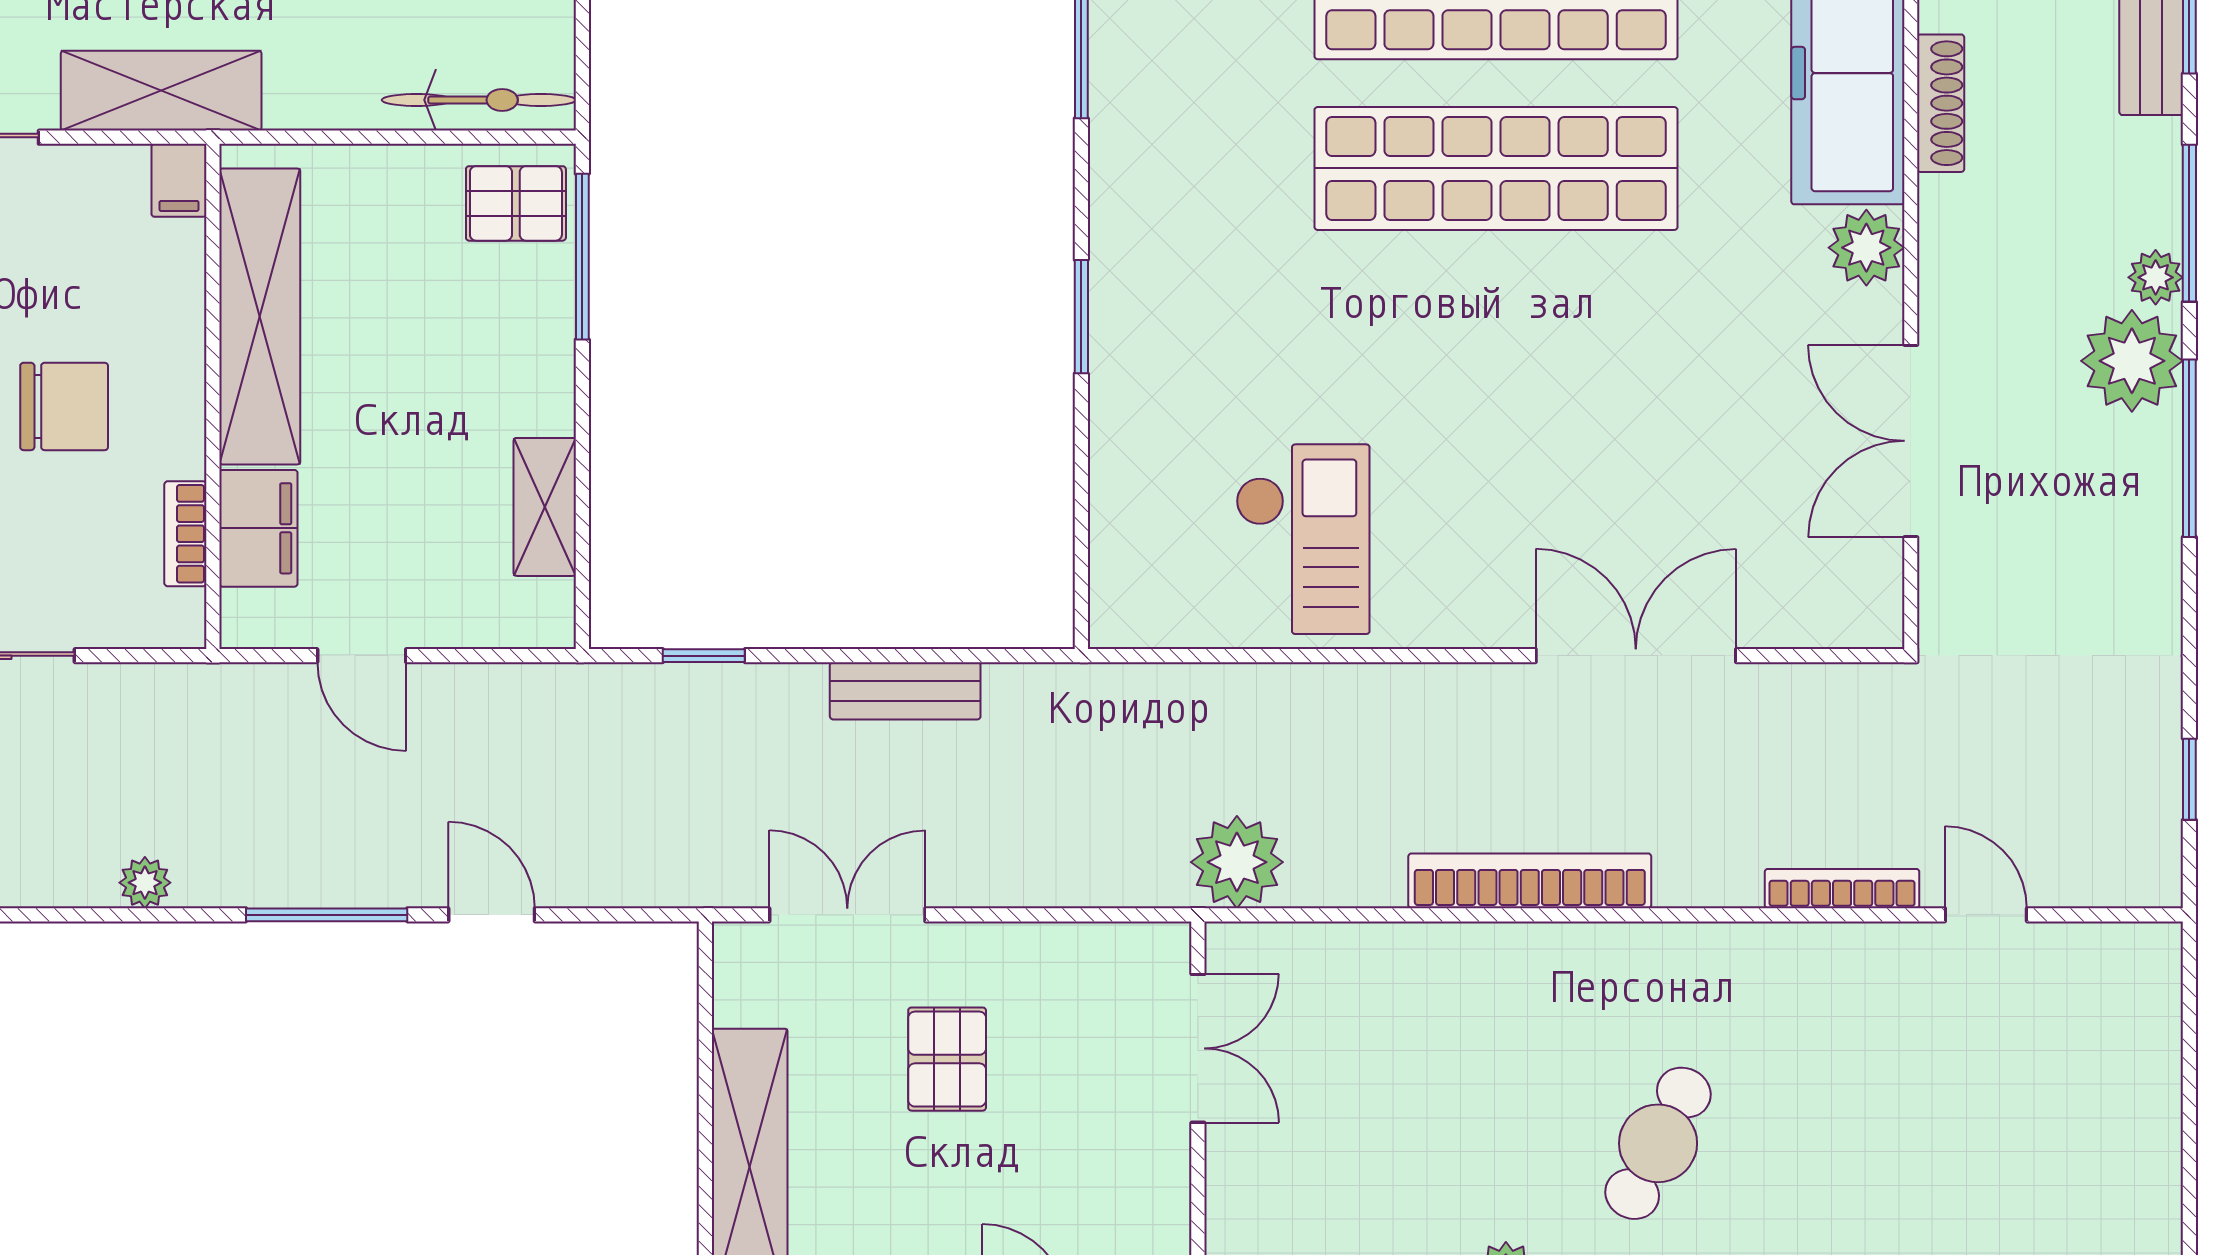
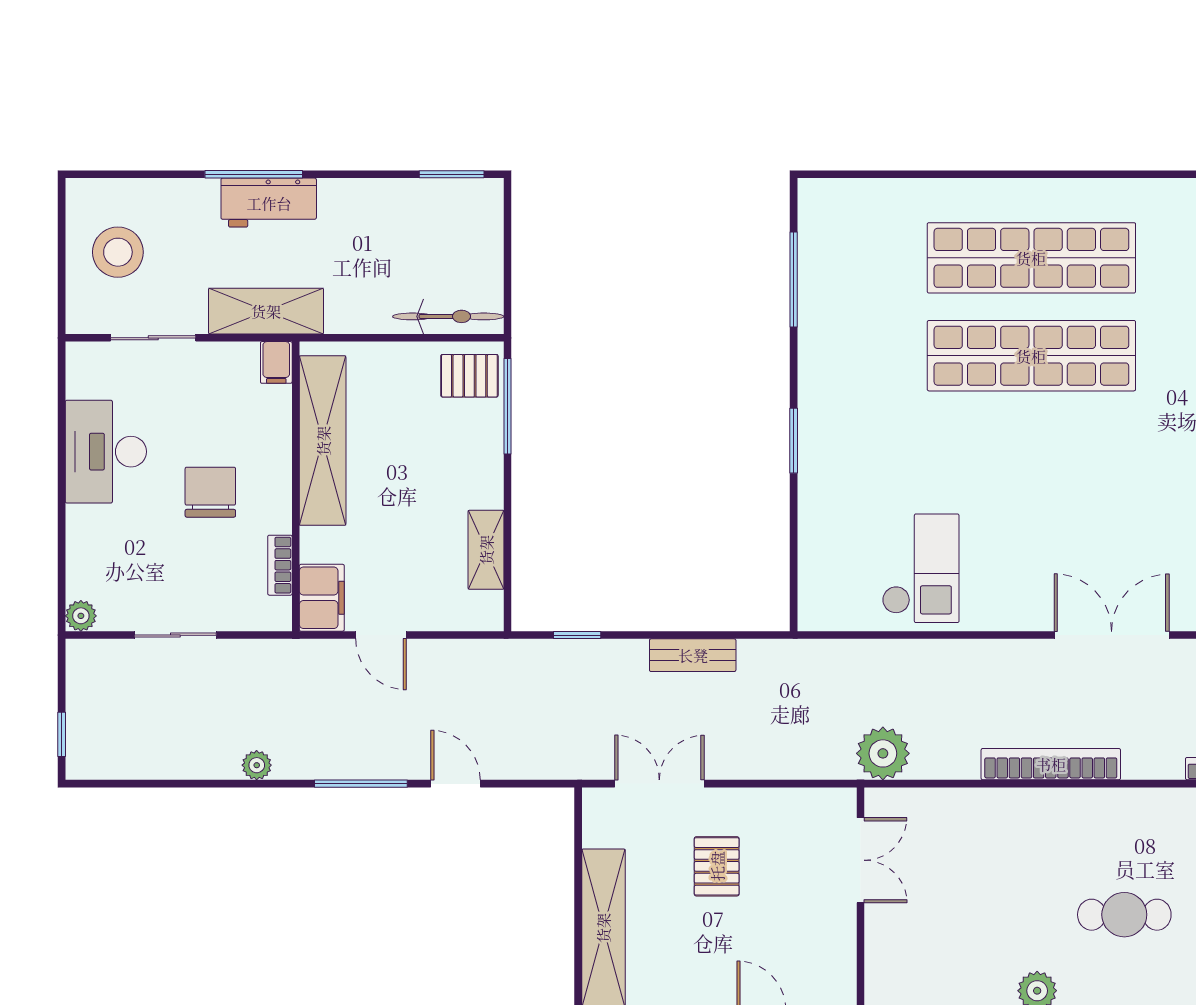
chair: (64, 406) -> (210, 492), turned -90
filing cabinet: (258, 528) -> (322, 598), moved
cafe table: (1658, 1143) -> (1124, 915), turned 63

